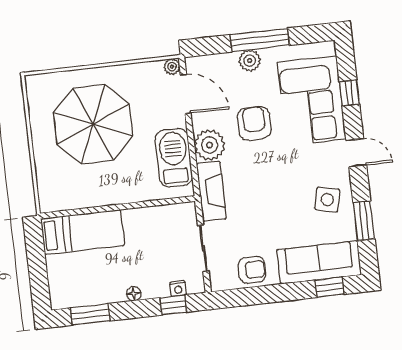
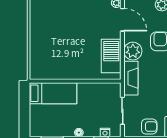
parasol: (93, 124) -> (66, 31), removed

